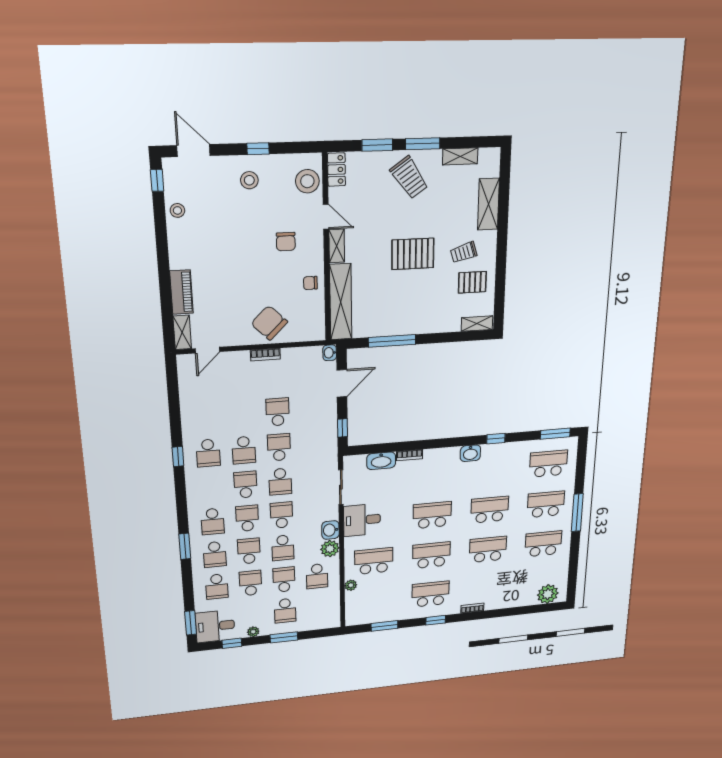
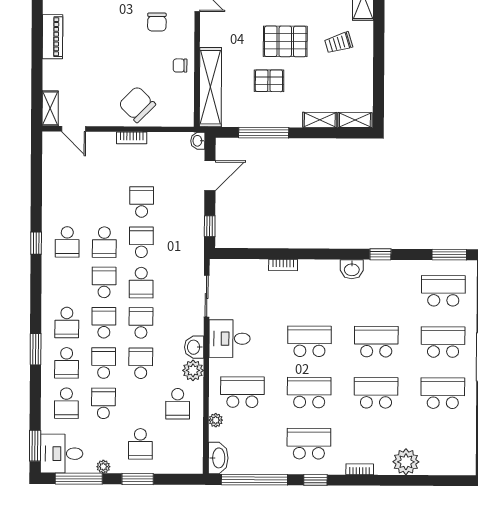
shelving: (337, 246) -> (320, 120), moved, turned 90
pallet: (472, 282) -> (269, 81), moved
piano: (181, 292) -> (52, 37), moved
door: (207, 350) -> (74, 129), hinge flipped
washbasin: (381, 461) -> (218, 458), moved, turned -90
school desk: (283, 548) -> (141, 363), turned 180
school desk: (284, 580) -> (141, 404), removed
plant: (548, 594) -> (406, 462), moved
window: (384, 626) -> (254, 480), width x2.11
window: (232, 643) -> (79, 479), width x2.17

